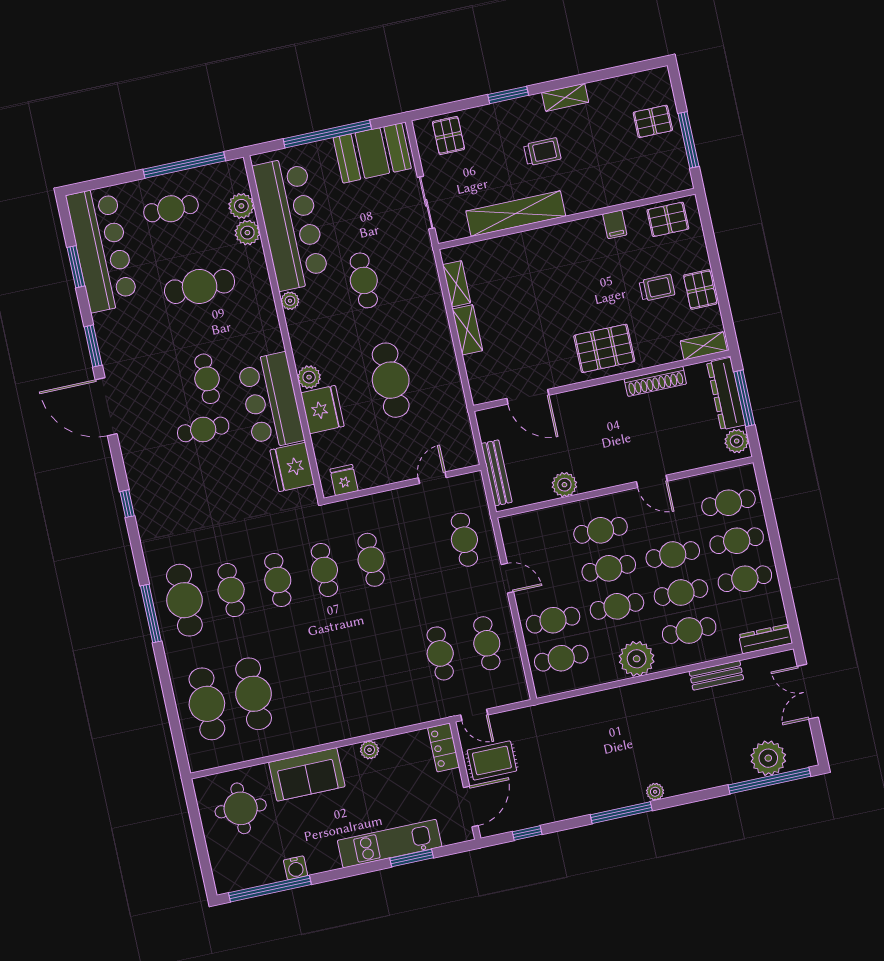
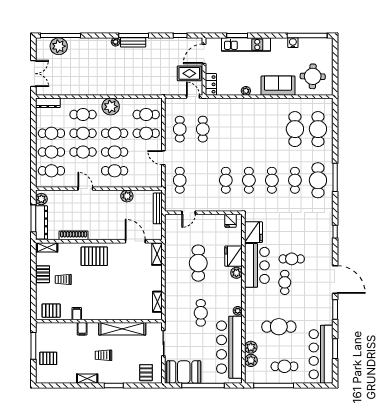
filing cabinet: (597, 196) -> (82, 329), added
shelving: (467, 330) -> (157, 254), moved
bench: (716, 675) -> (133, 42), moved

